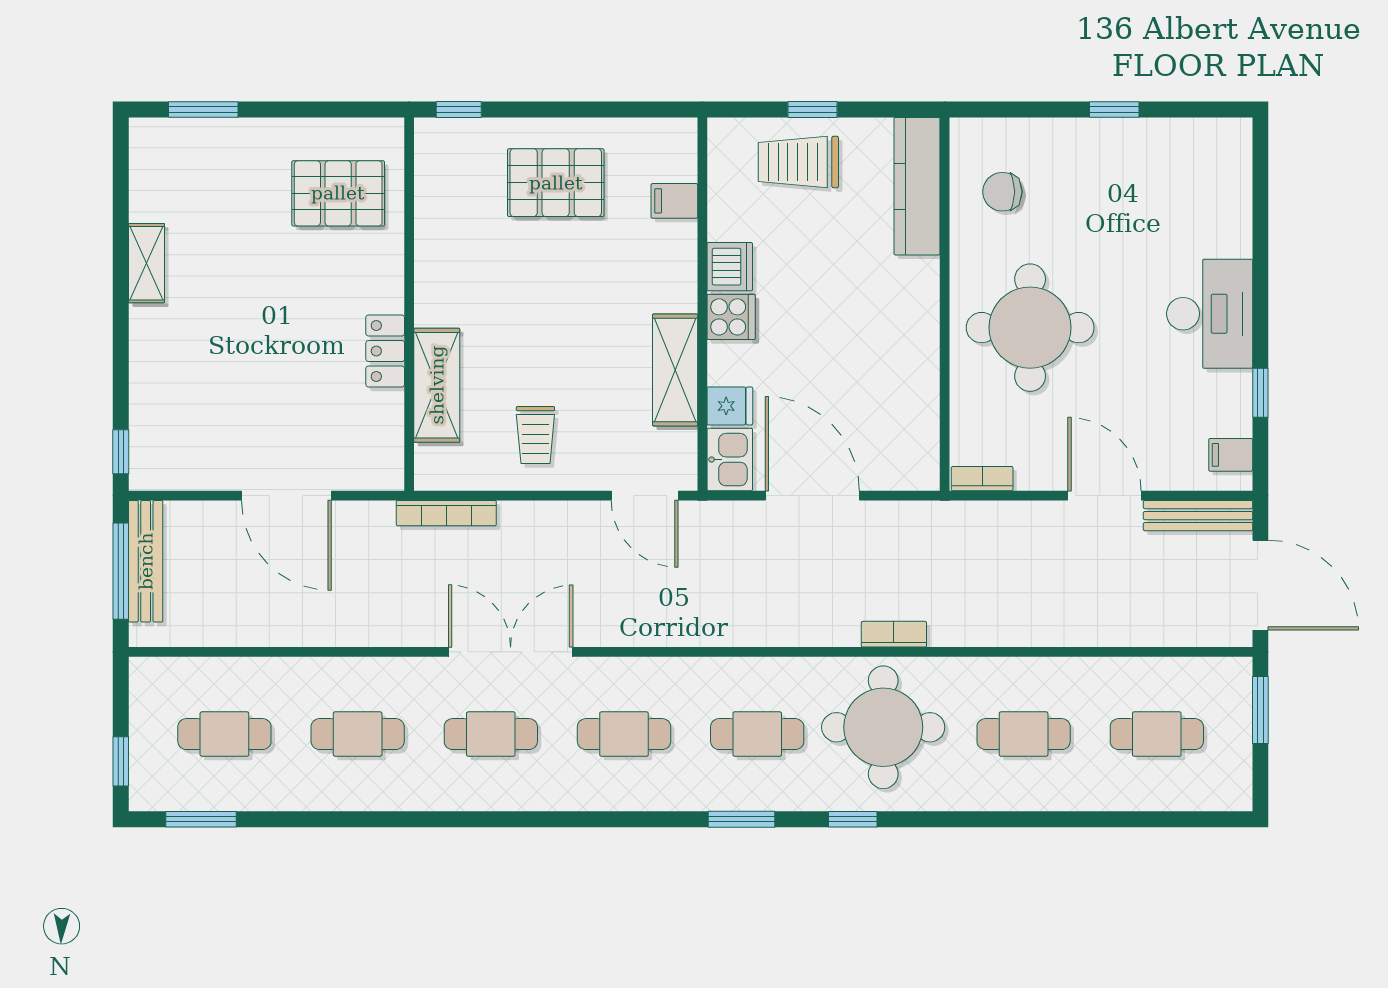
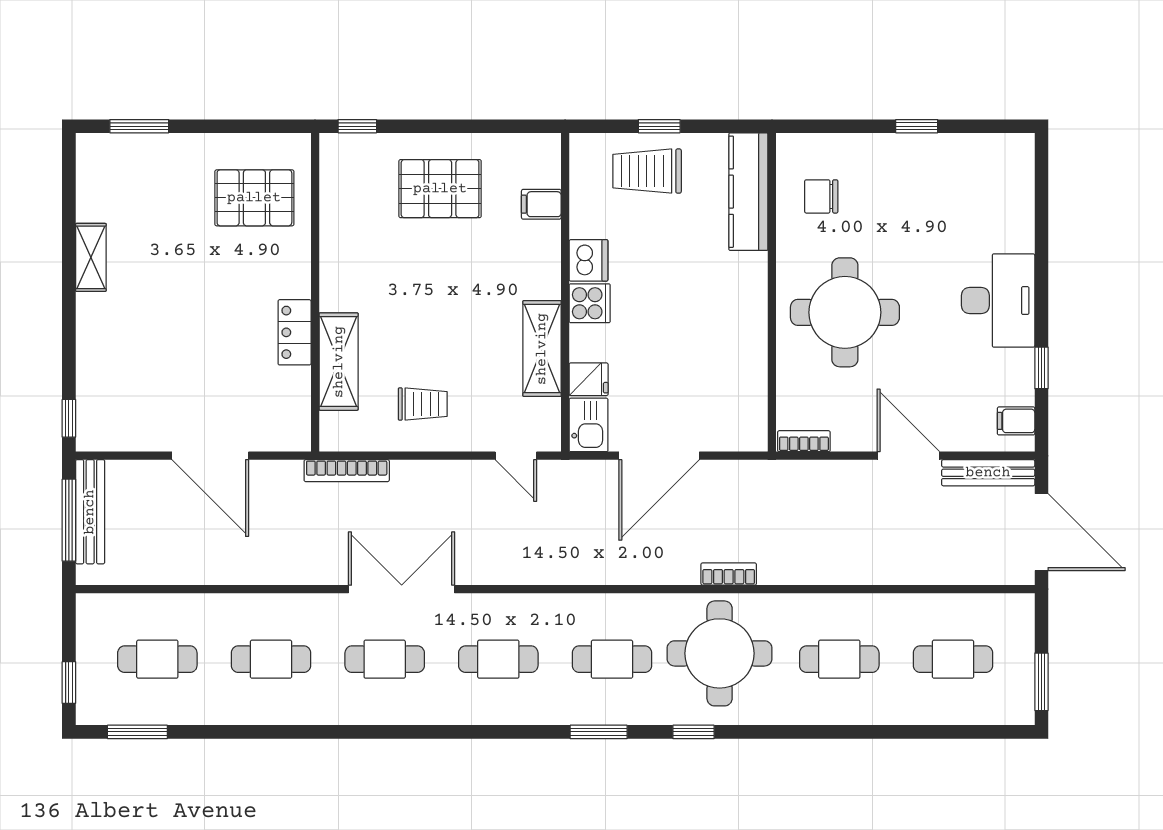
trolley: (535, 435) -> (423, 404), turned -90
door: (645, 496) -> (516, 456), width x0.73
door: (812, 496) -> (659, 456), swing flipped
window: (1260, 710) -> (1041, 682), moved

